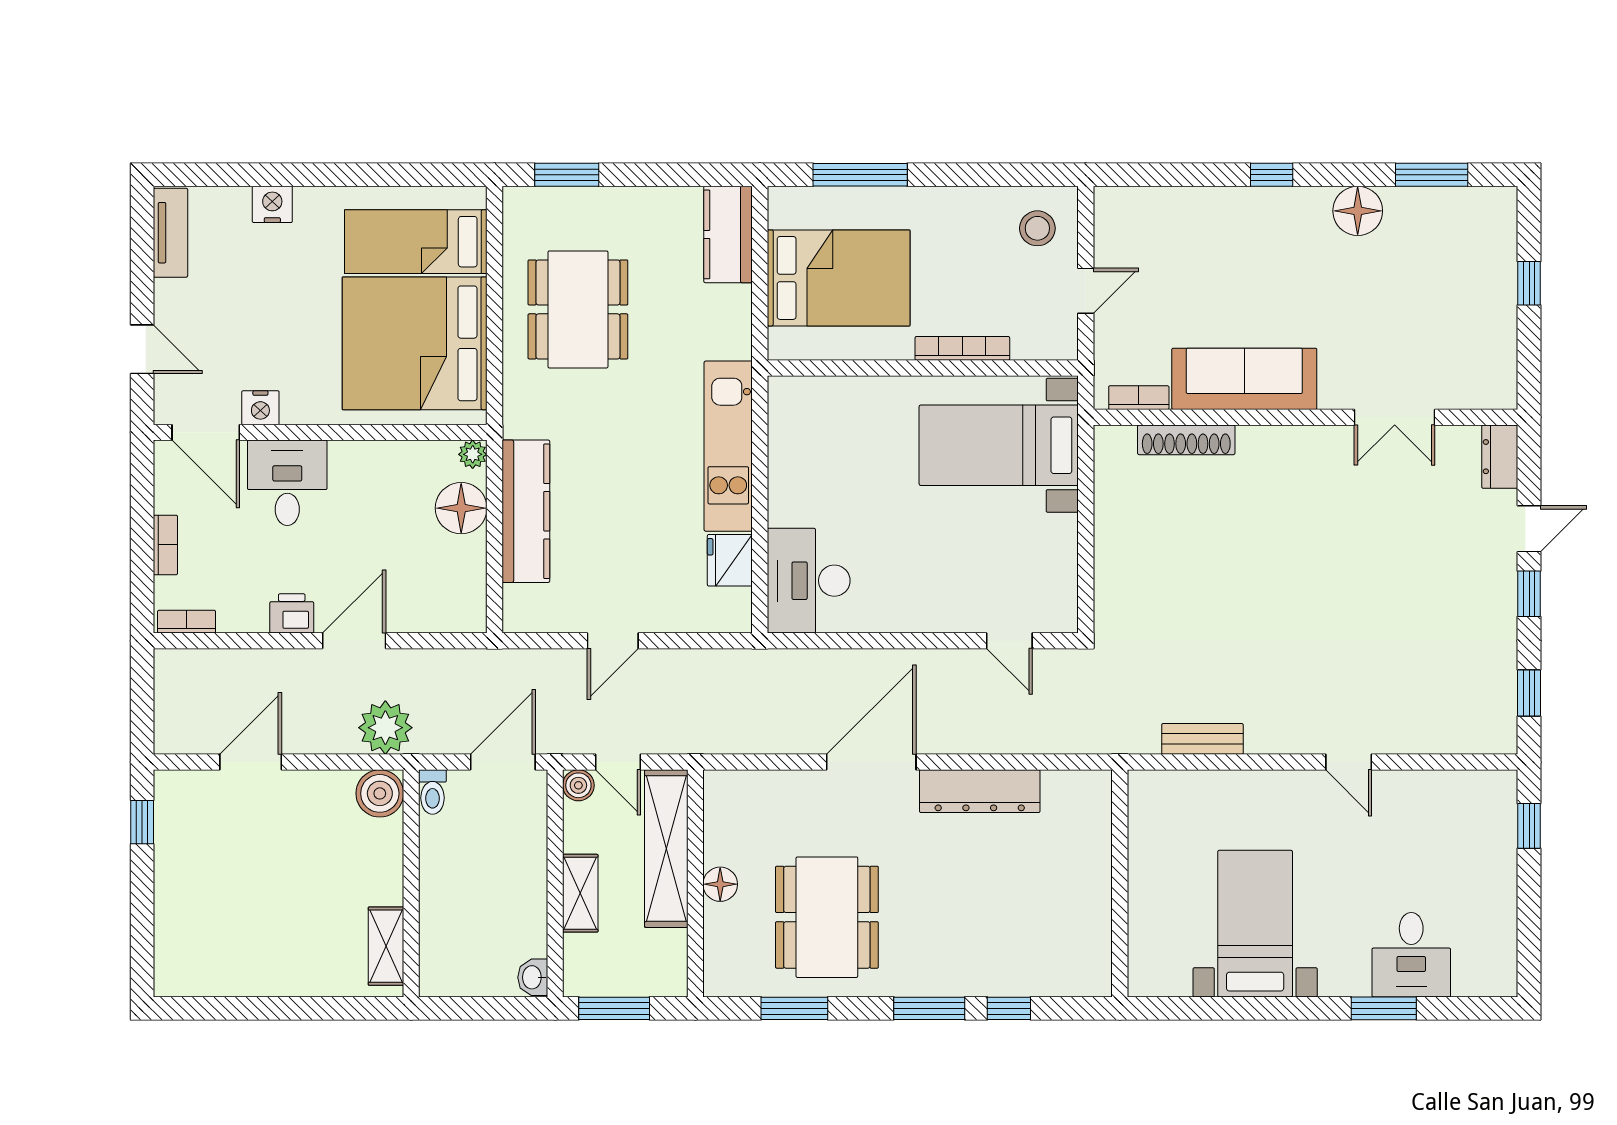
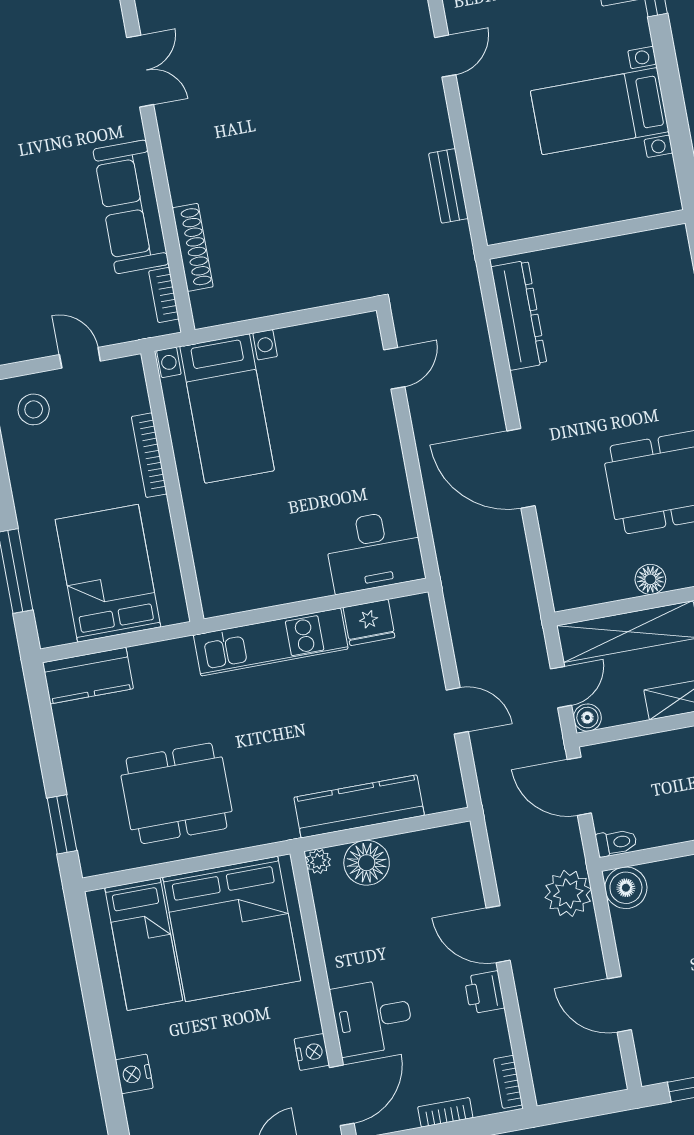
dresser: (980, 791) -> (519, 315), moved

